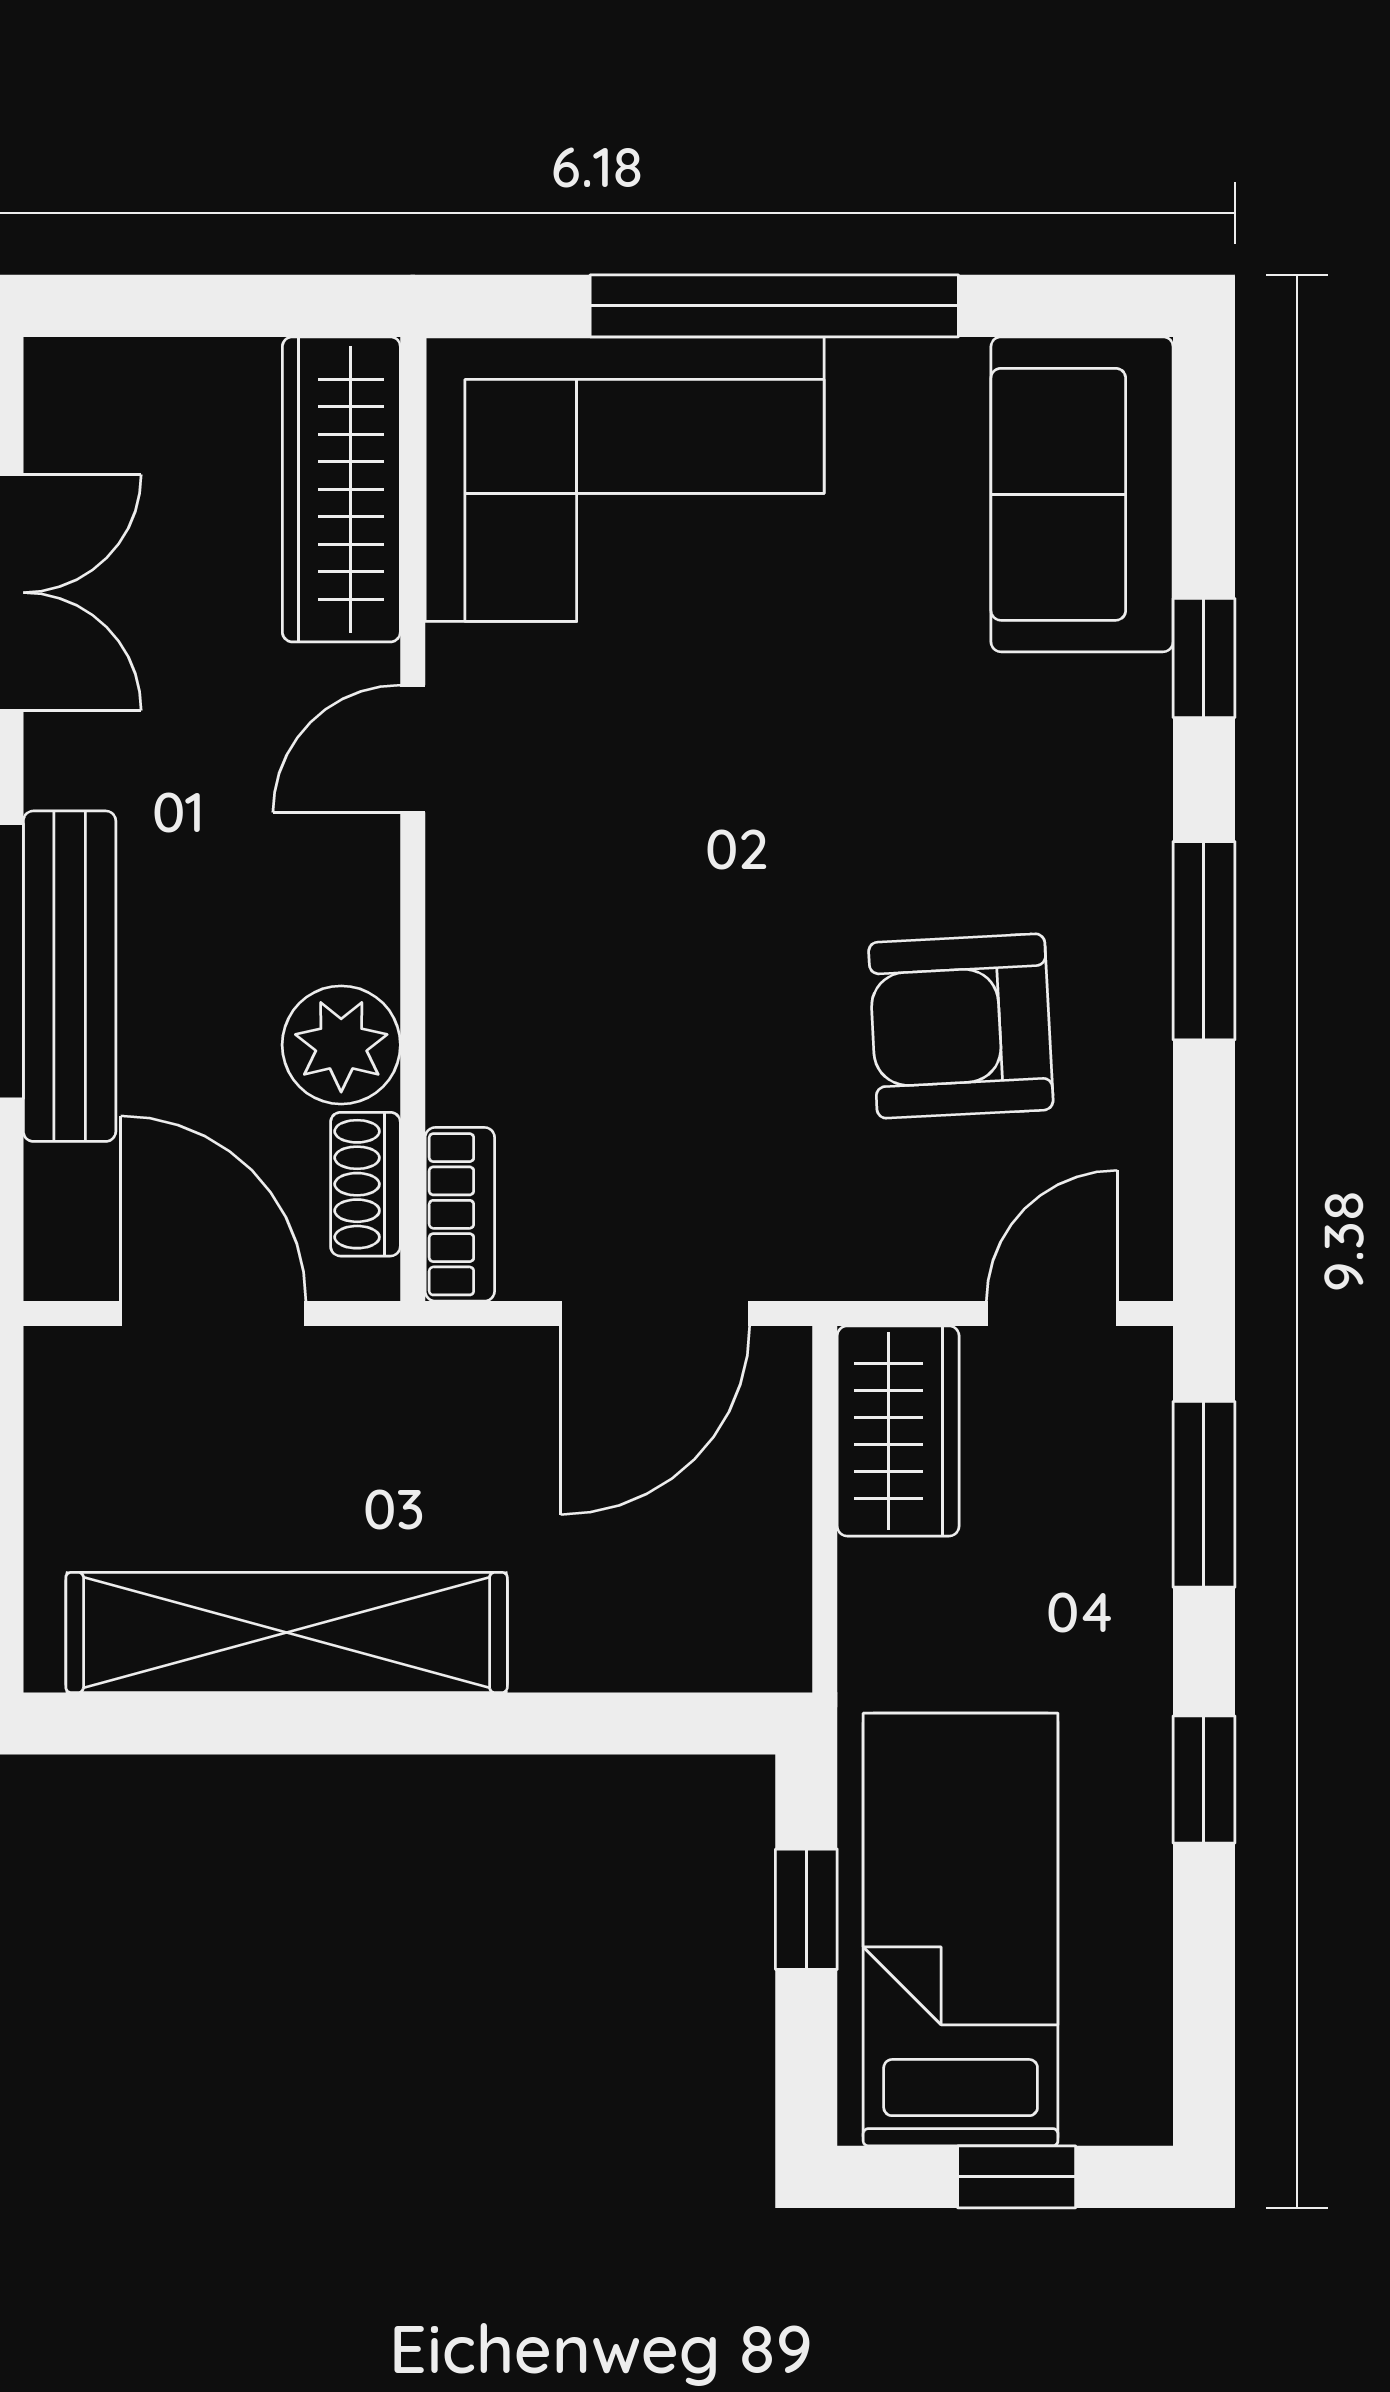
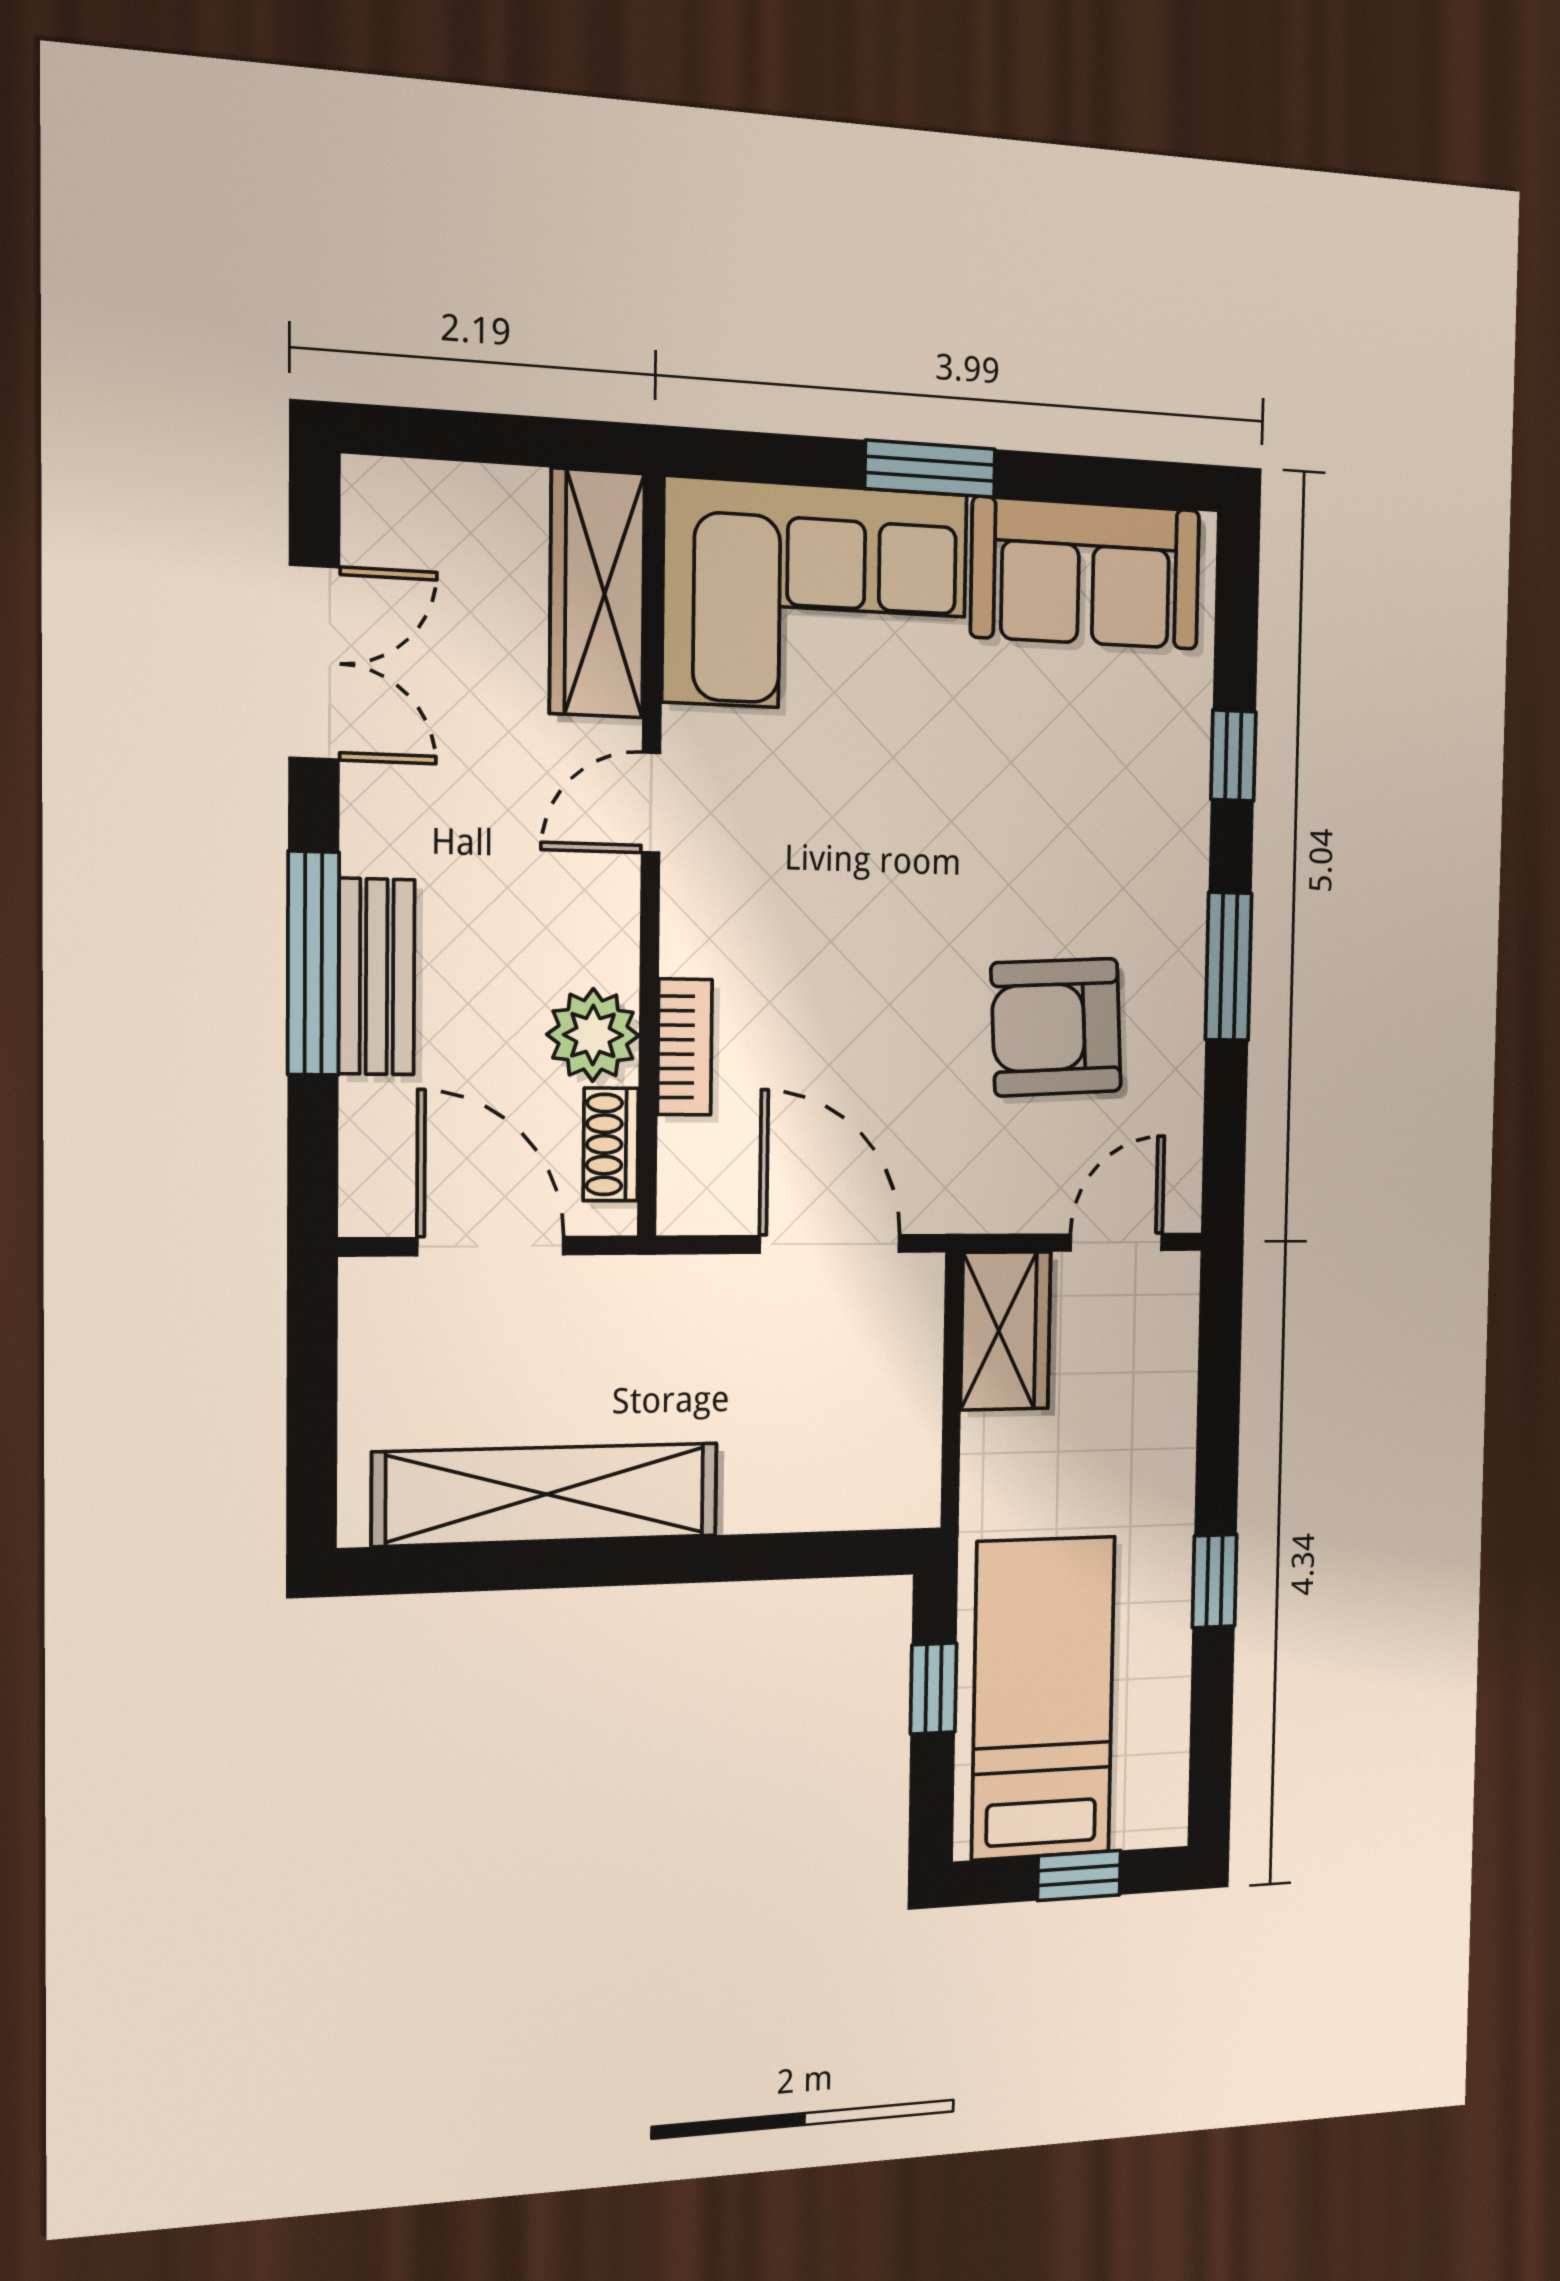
window: (774, 306) -> (930, 469), width x0.47
sofa: (1082, 494) -> (1086, 573), moved, turned -90
bench: (70, 976) -> (377, 977), width x0.73
bookcase: (460, 1214) -> (685, 1047), moved
door: (655, 1313) -> (830, 1244), swing flipped
window: (1204, 1494) -> (1219, 1374), removed

